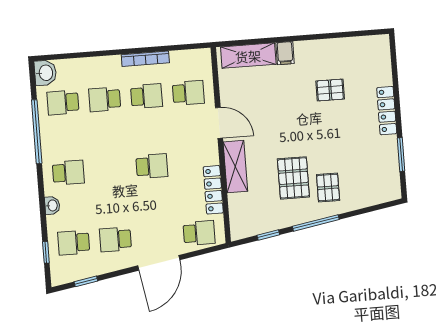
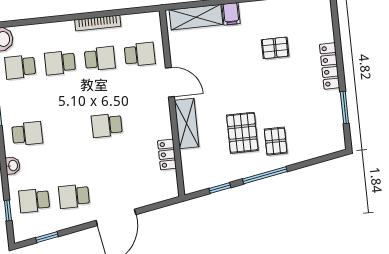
school desk: (152, 166) -> (107, 125), turned 180
locker: (213, 190) -> (167, 154), width x0.66
school desk: (199, 233) -> (154, 188), removed

